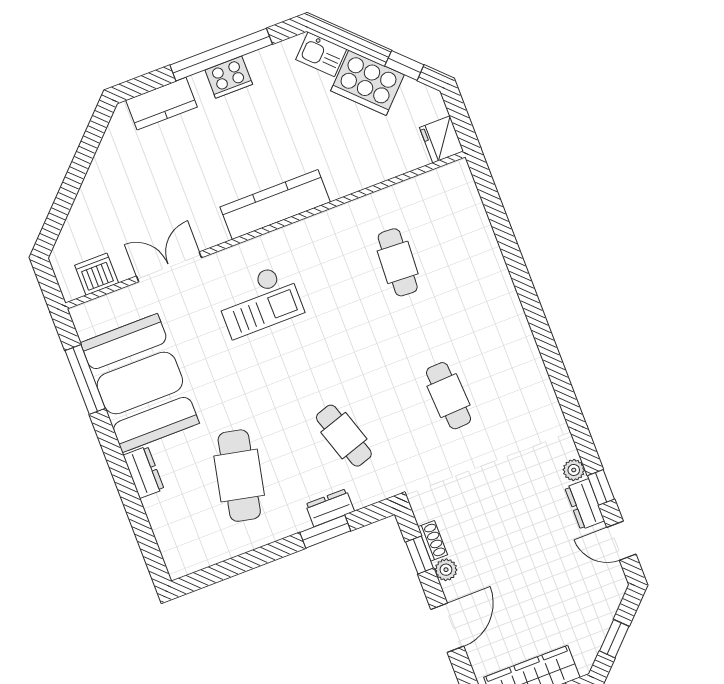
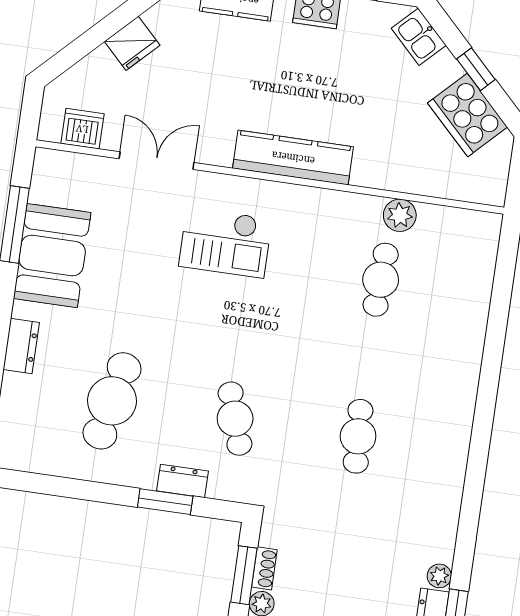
window: (404, 65) -> (476, 69), moved
cooker: (367, 83) -> (468, 115), moved
fridge: (441, 139) -> (132, 43), moved, turned -135
plant: (385, 203) -> (400, 215), added
booth: (140, 383) -> (52, 256), width x0.73, depth x0.70
window: (420, 555) -> (244, 575), width x1.50

